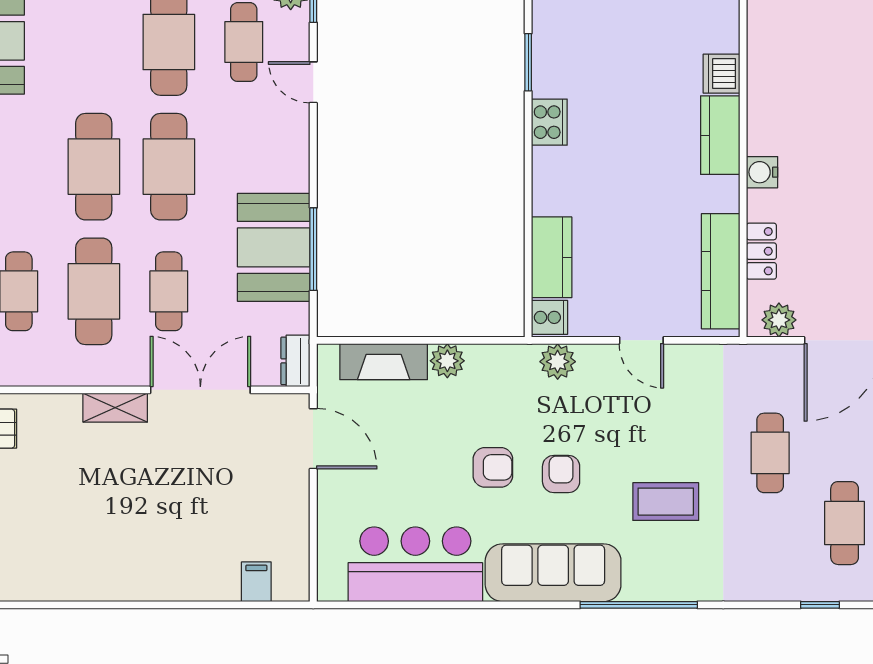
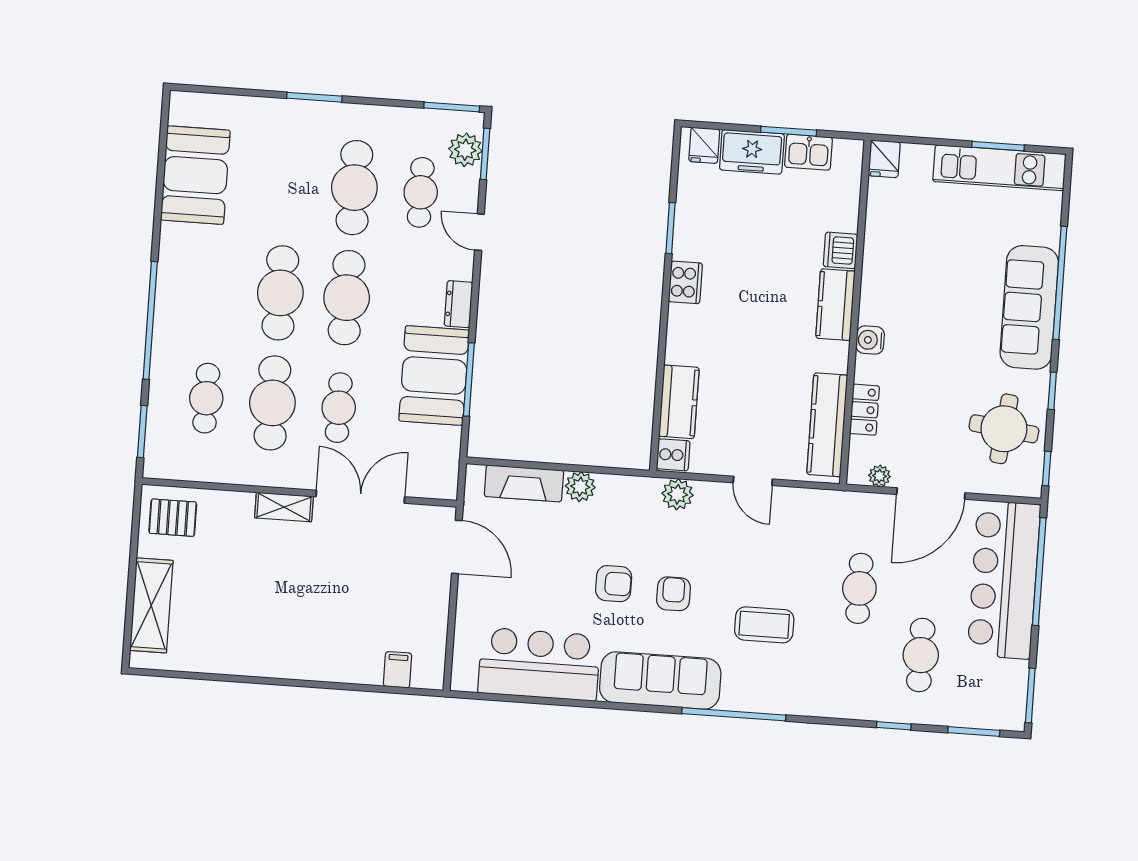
plant: (779, 320) -> (879, 476), width x0.73, depth x0.73
dresser: (295, 361) -> (458, 304), moved

